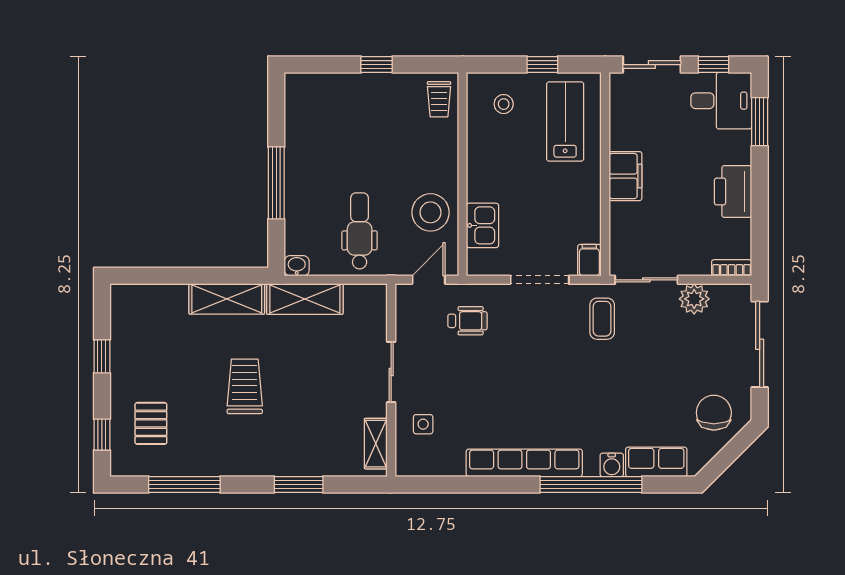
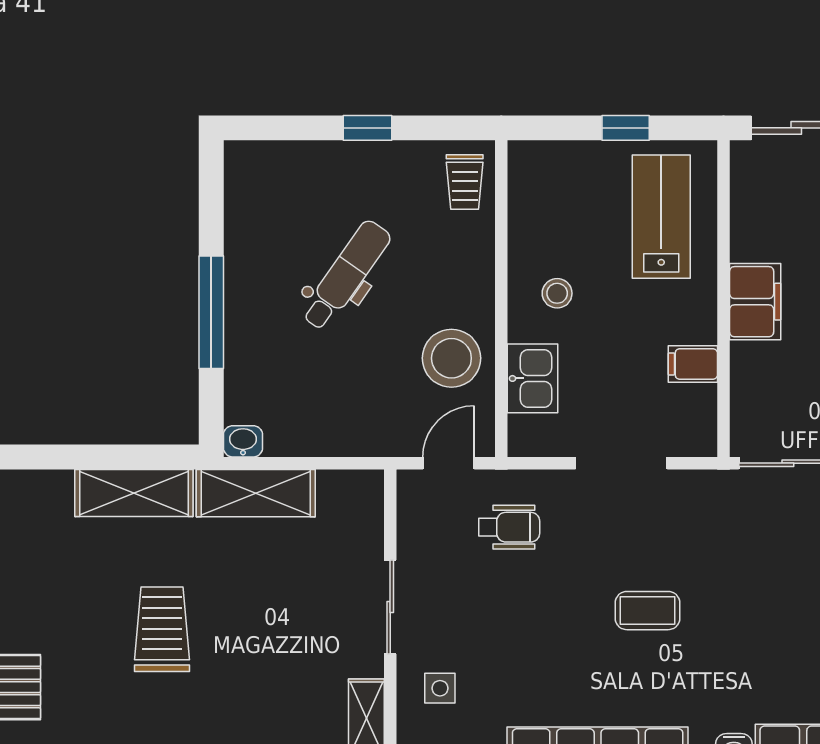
stool: (504, 104) -> (557, 293), moved
dental chair: (360, 231) -> (346, 275), moved, turned 35
filing cabinet: (589, 260) -> (693, 364), moved, turned -90
coffee table: (602, 319) -> (647, 611), moved, turned 90

